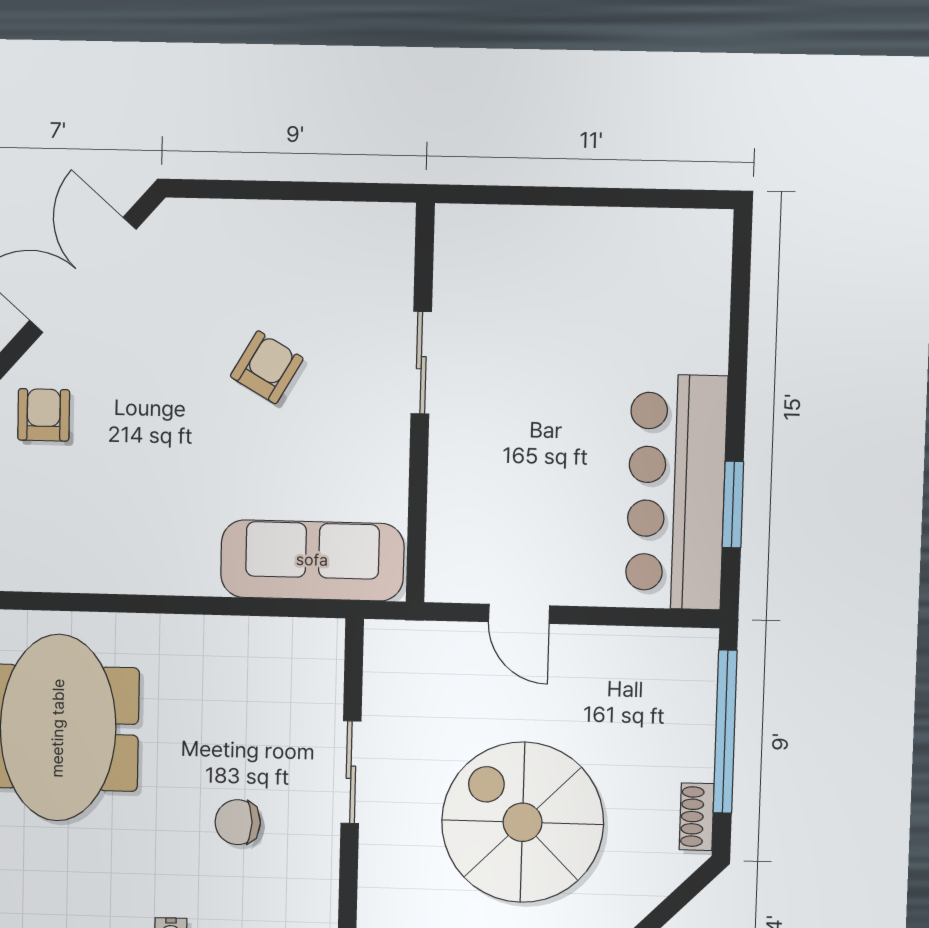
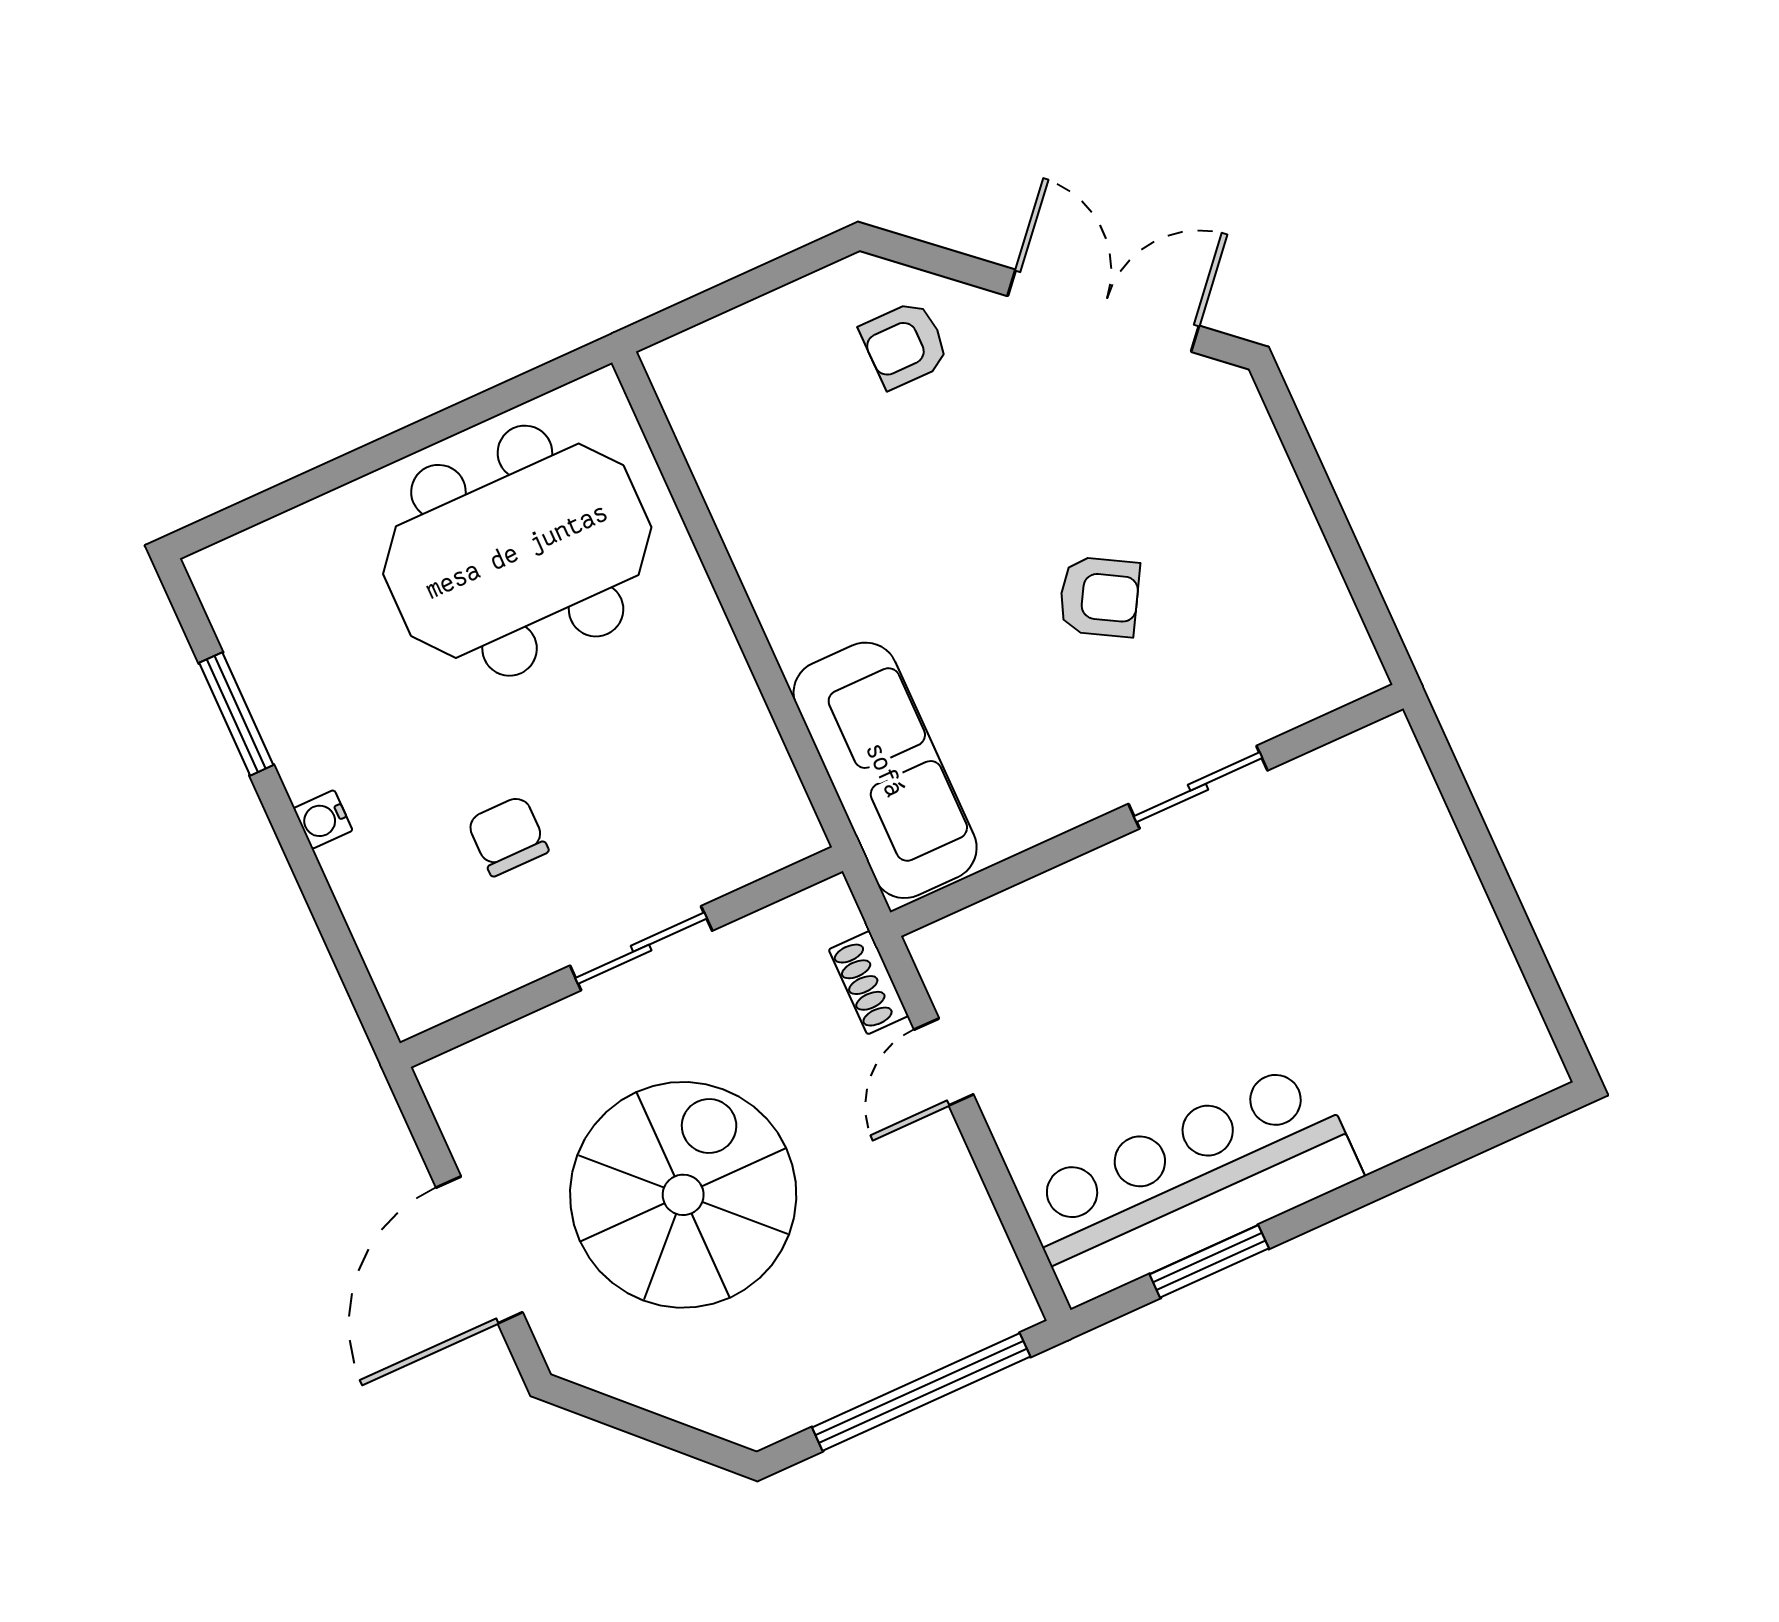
armchair: (44, 415) -> (905, 345), turned 180
shoe rack: (697, 817) -> (869, 983), moved, turned -90

